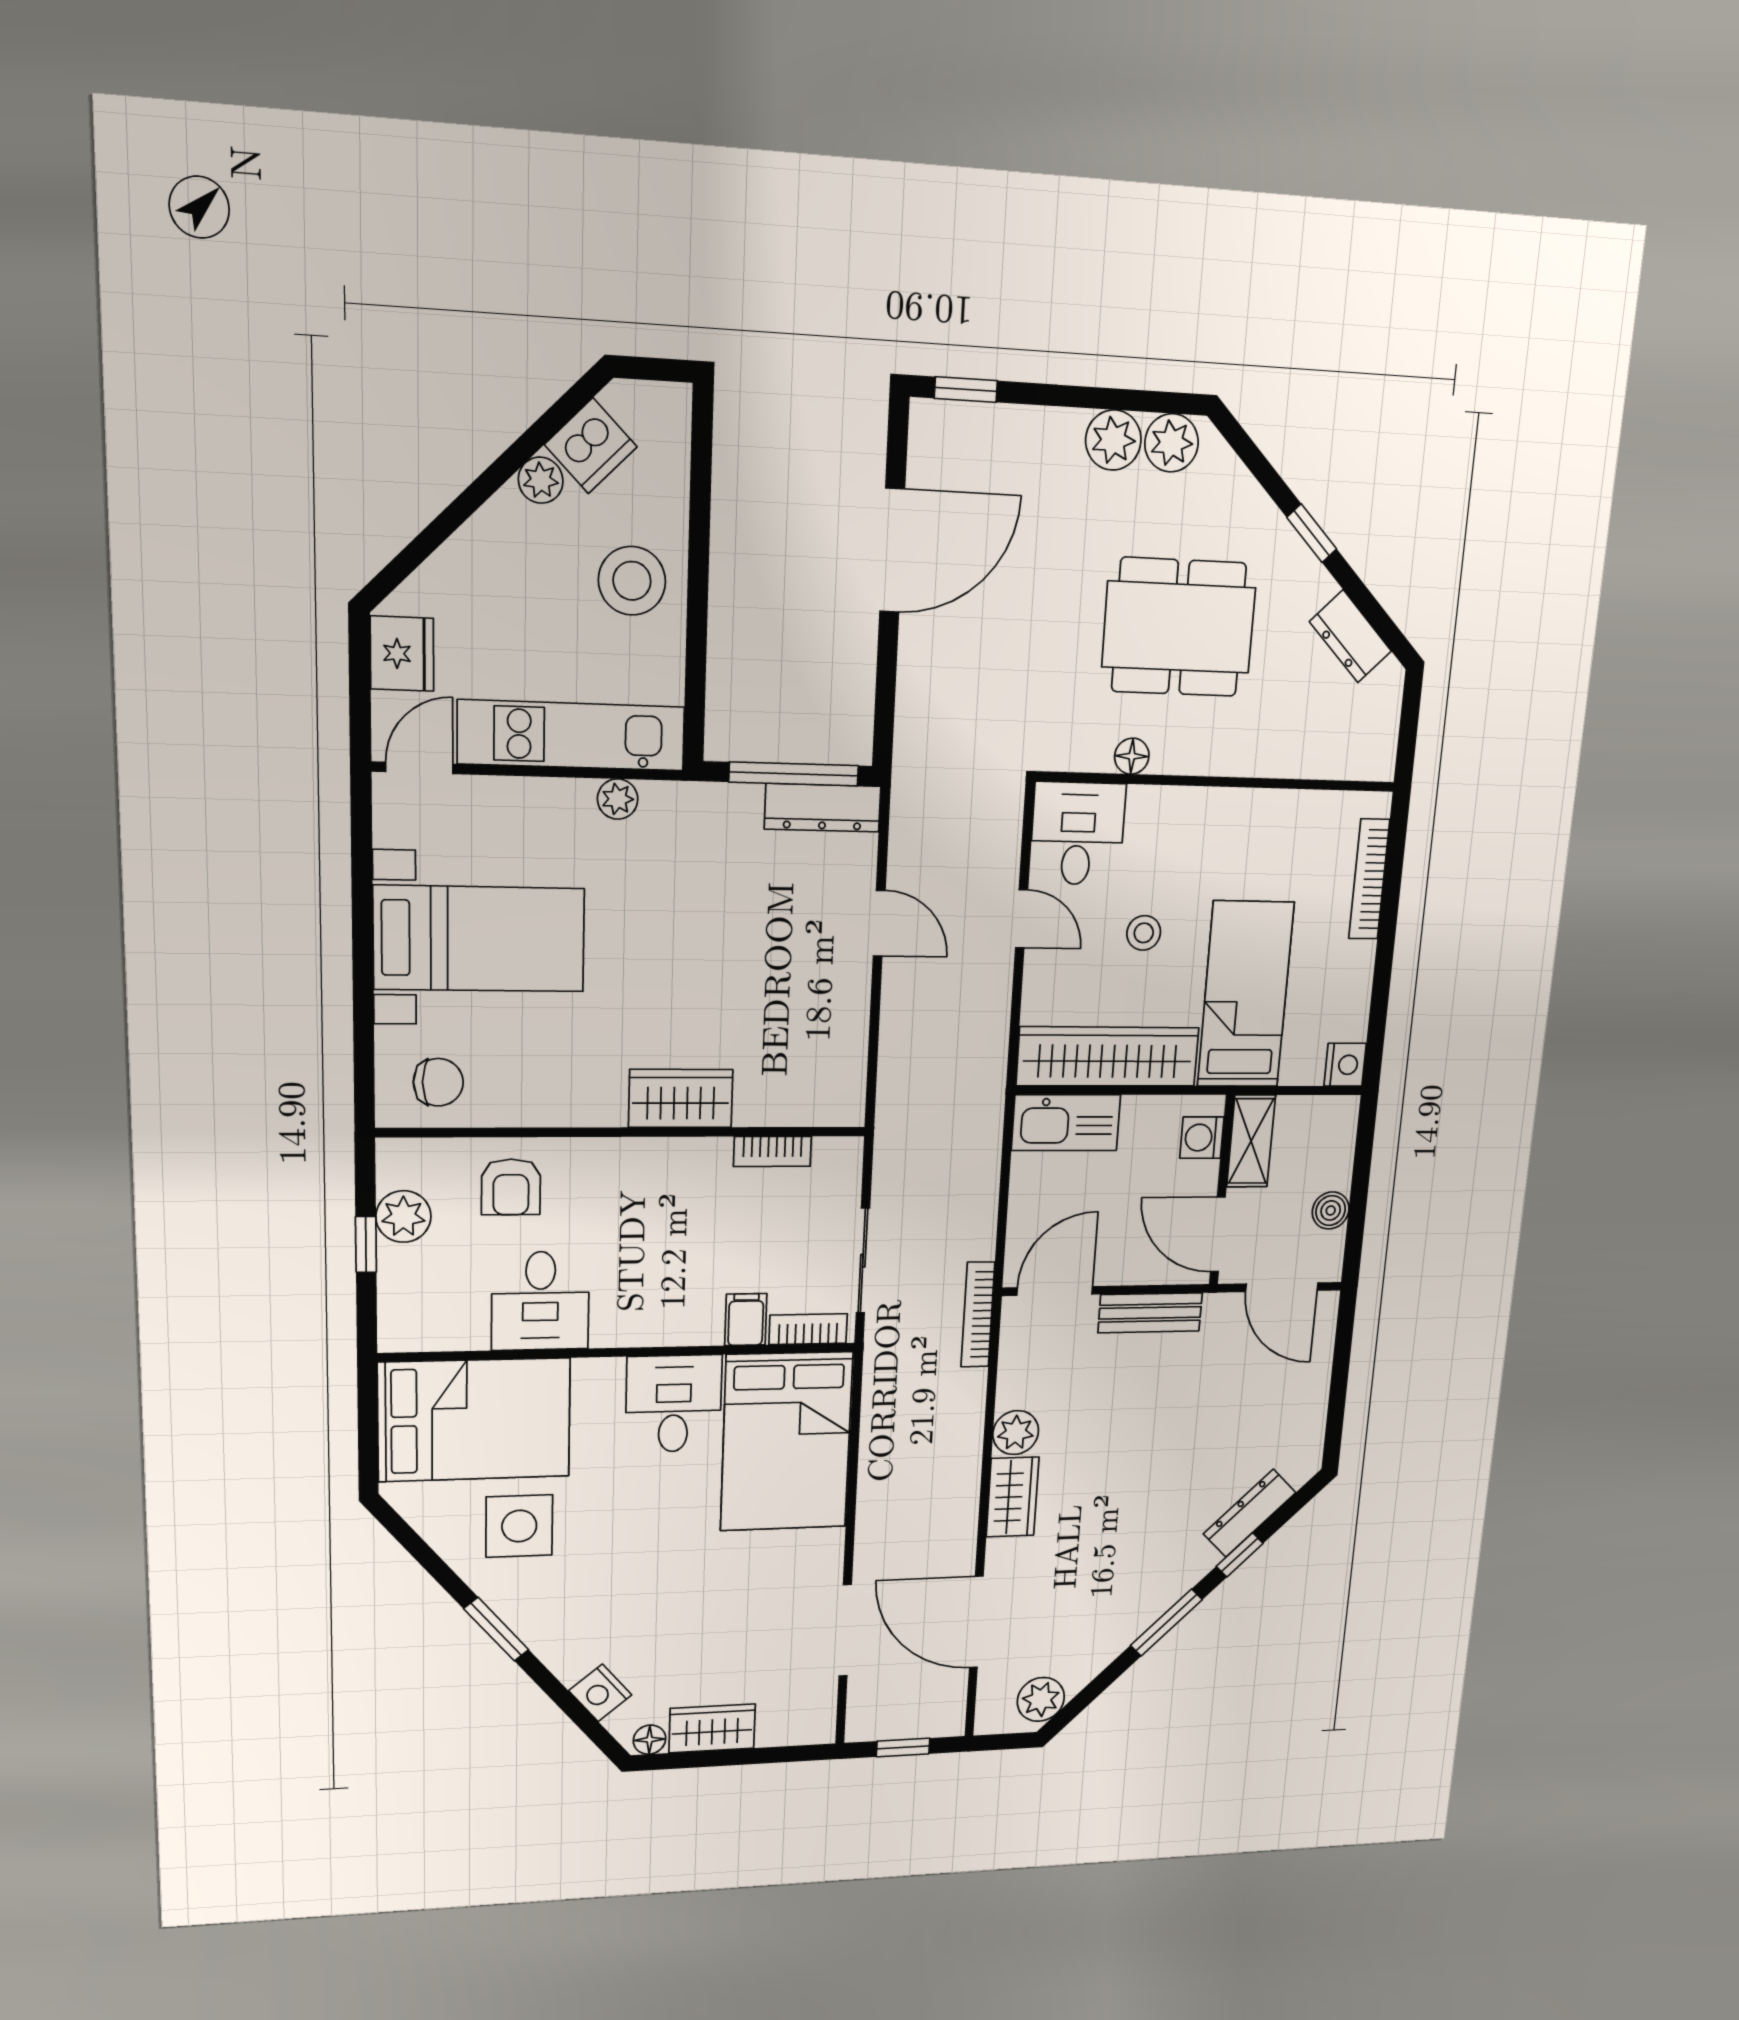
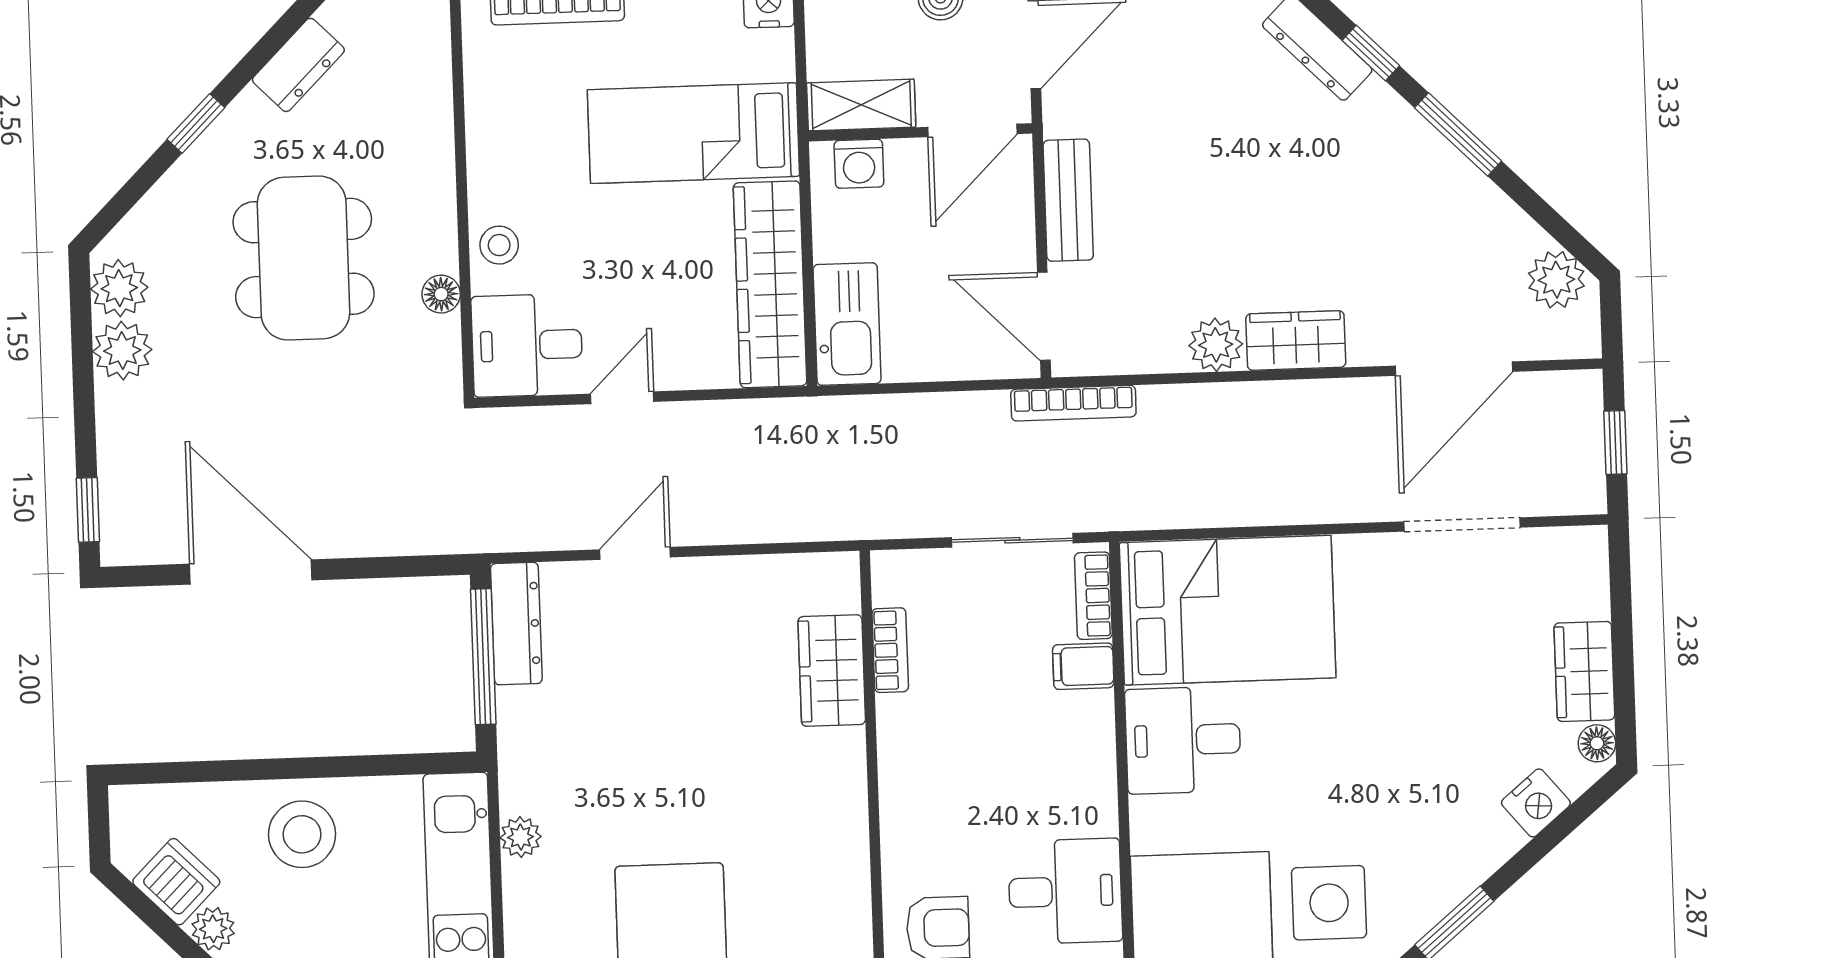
stool: (1144, 933) -> (499, 245), moved
wardrobe: (681, 1098) -> (832, 671), moved

